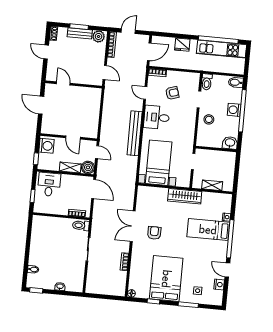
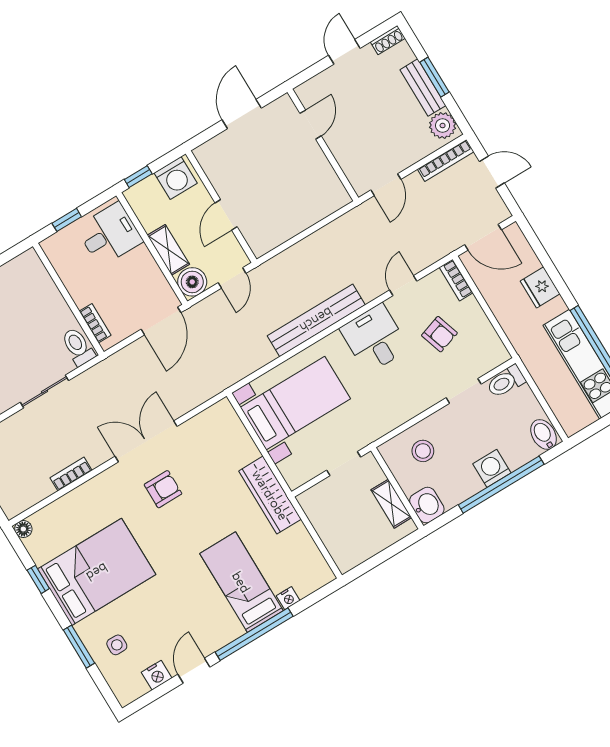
stool: (209, 119) -> (423, 451), moved
shelving: (212, 185) -> (391, 504), moved

